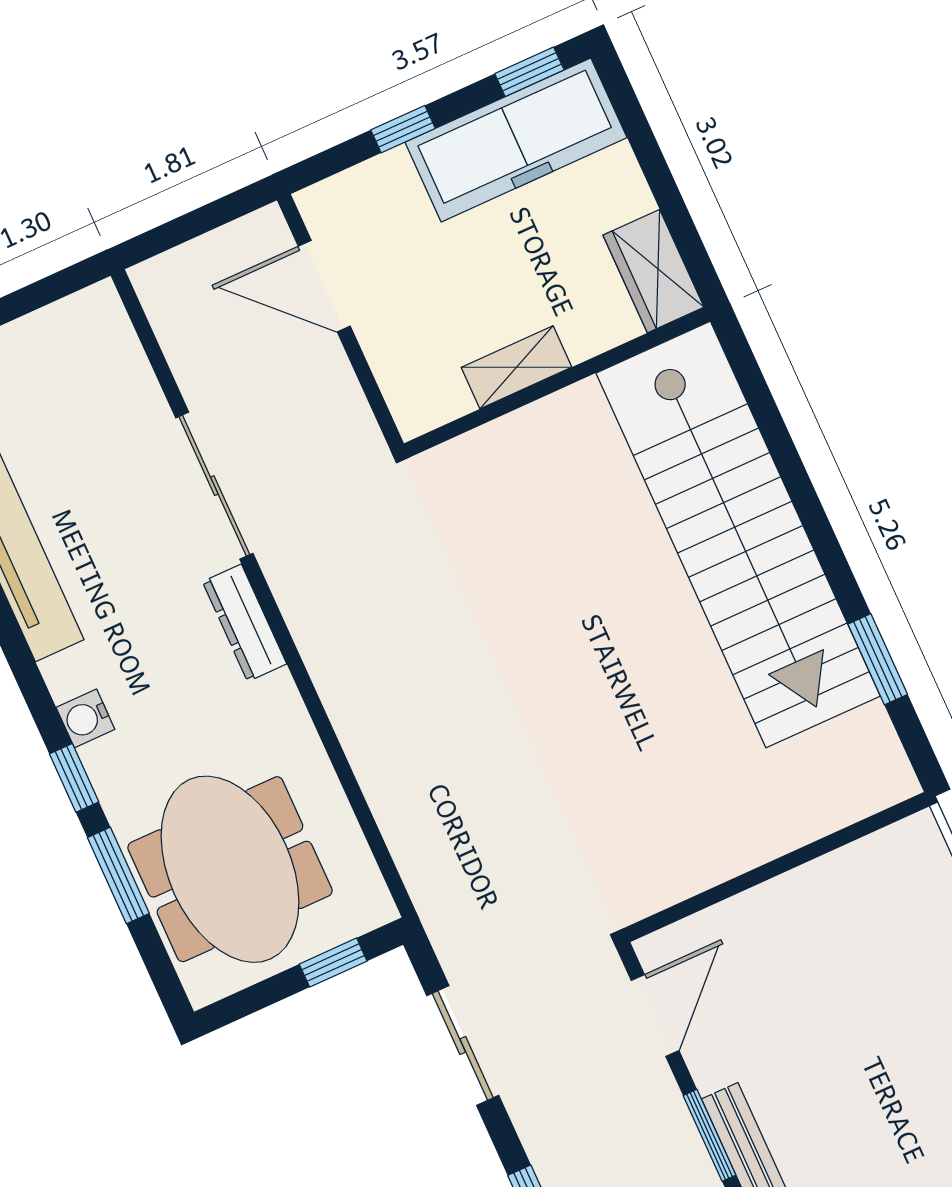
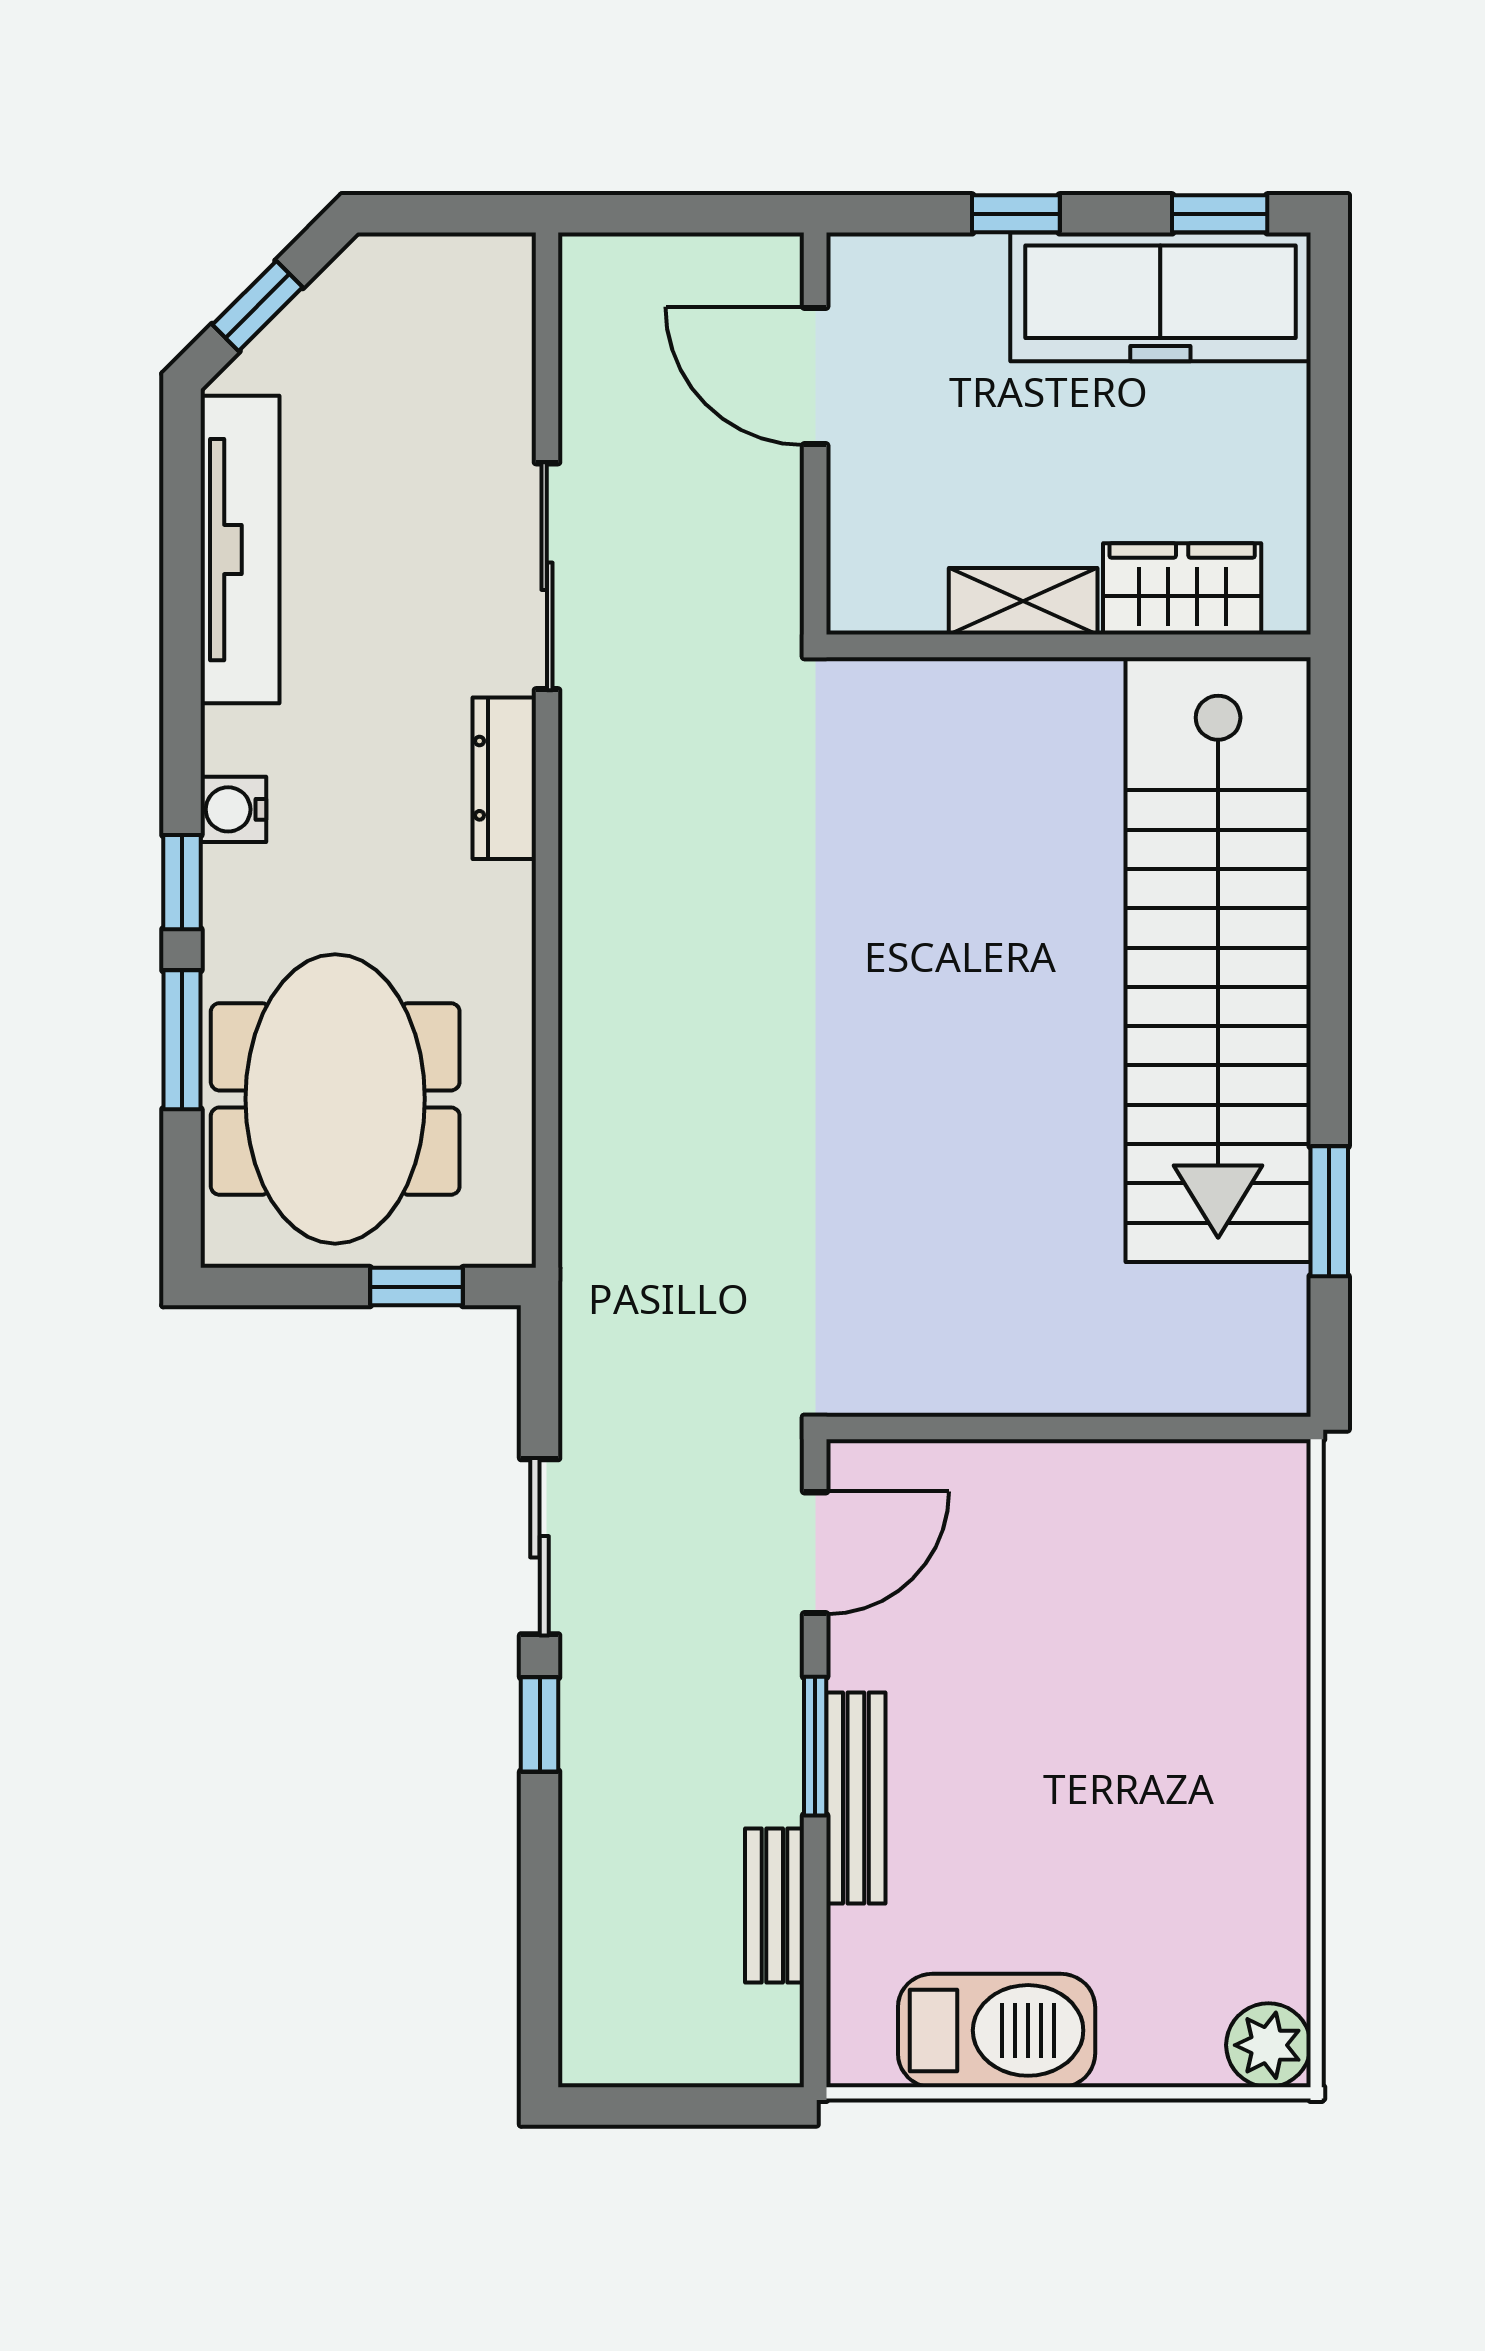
wardrobe: (653, 271) -> (1182, 589), moved, turned 90
sliding door: (463, 1046) -> (540, 1547), moved

